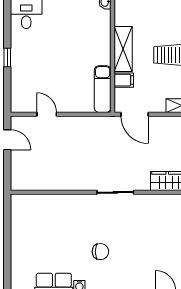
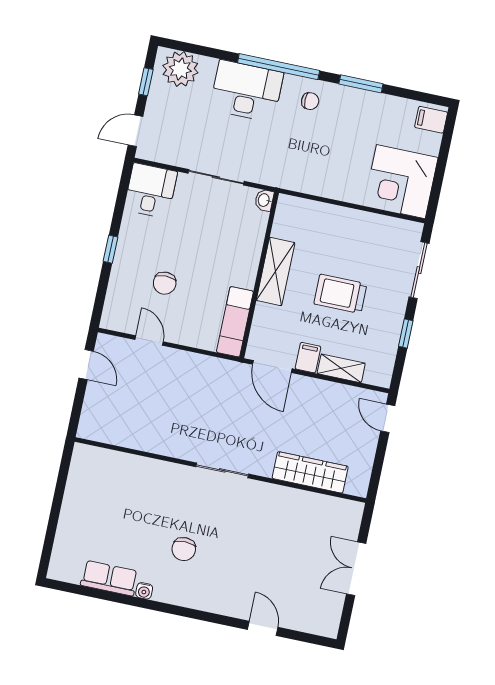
chair: (49, 73) -> (165, 283), added
filing cabinet: (124, 80) -> (308, 358), moved, turned -90
chair: (100, 252) -> (184, 549), turned 90

